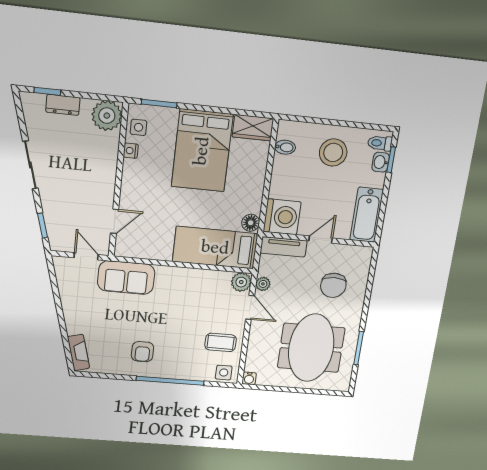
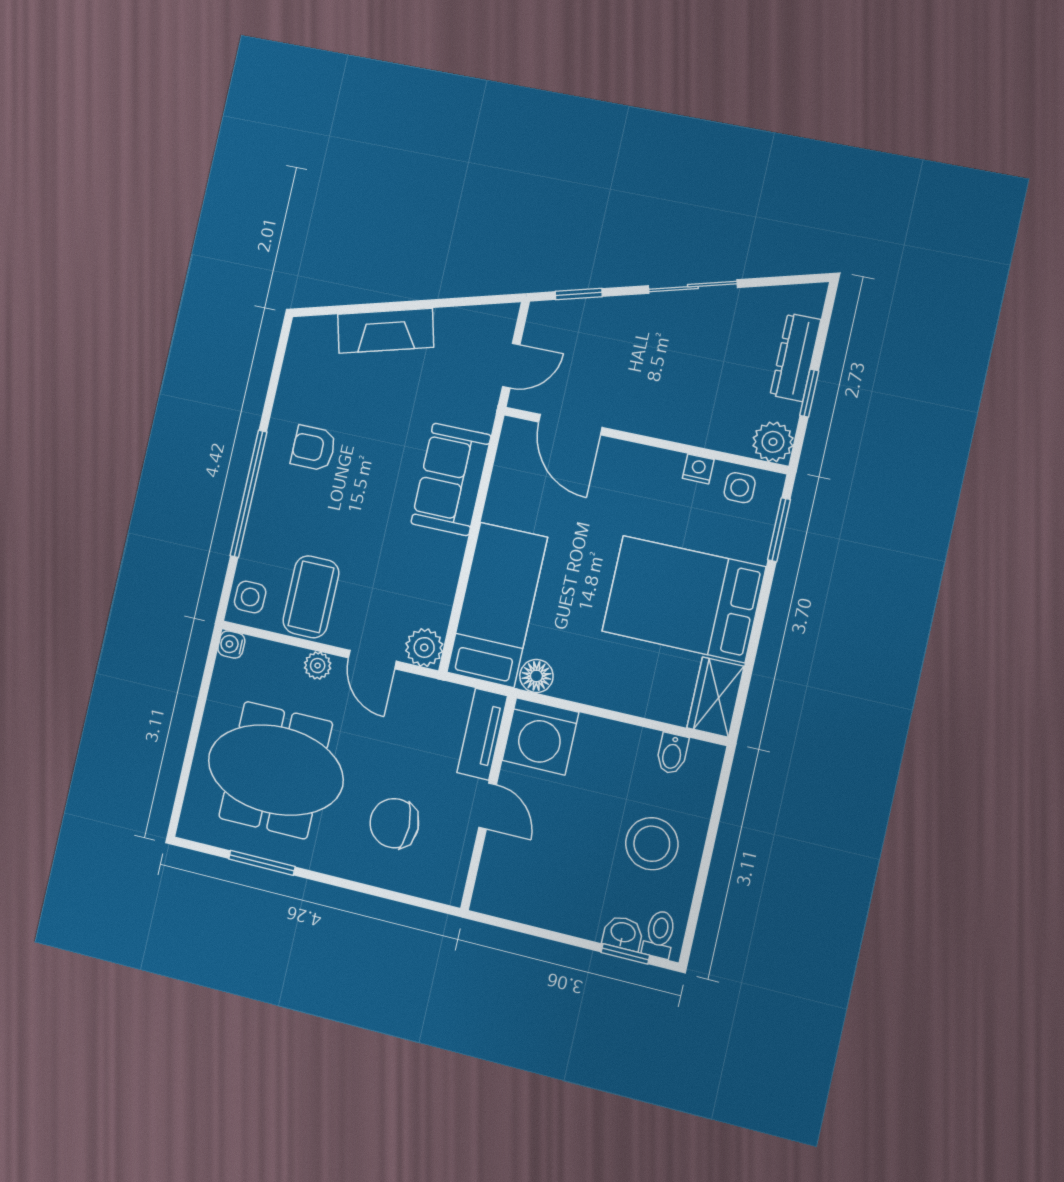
window: (47, 91) -> (809, 393), moved
dresser: (63, 105) -> (795, 357), width x1.44
plant: (107, 116) -> (773, 442), width x0.73, depth x0.73
bathtub: (367, 215) -> (525, 899), removed
door: (115, 221) -> (570, 425), width x1.38
sofa: (126, 278) -> (451, 479), moved
plant: (263, 284) -> (318, 666), moved
door: (250, 307) -> (372, 660), hinge flipped
coffee table: (221, 342) -> (311, 597), width x1.36, depth x1.30
fireplace: (78, 352) -> (386, 331), moved, width x1.37, depth x1.32

